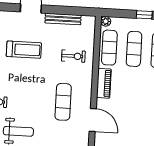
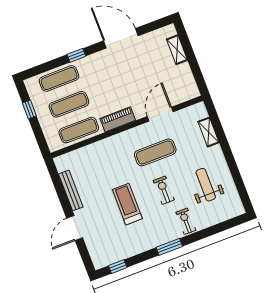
plant: (106, 21) -> (54, 146), removed
treadmill: (24, 50) -> (127, 204), moved
exercise bike: (73, 56) -> (164, 190), moved

